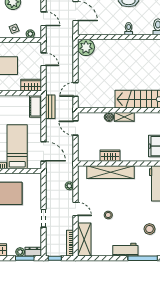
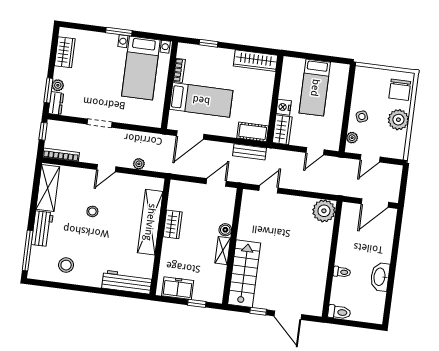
nightstand: (15, 86) -> (284, 107), added
door: (76, 90) -> (268, 189), hinge flipped
shelving: (84, 240) -> (48, 188), moved, turned 90

